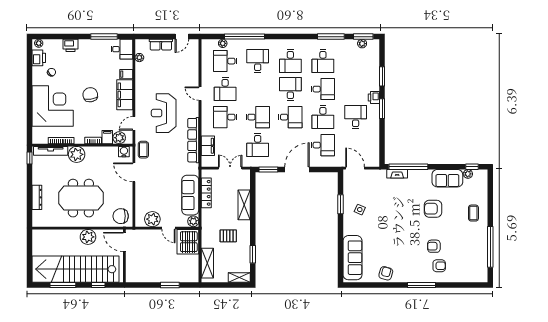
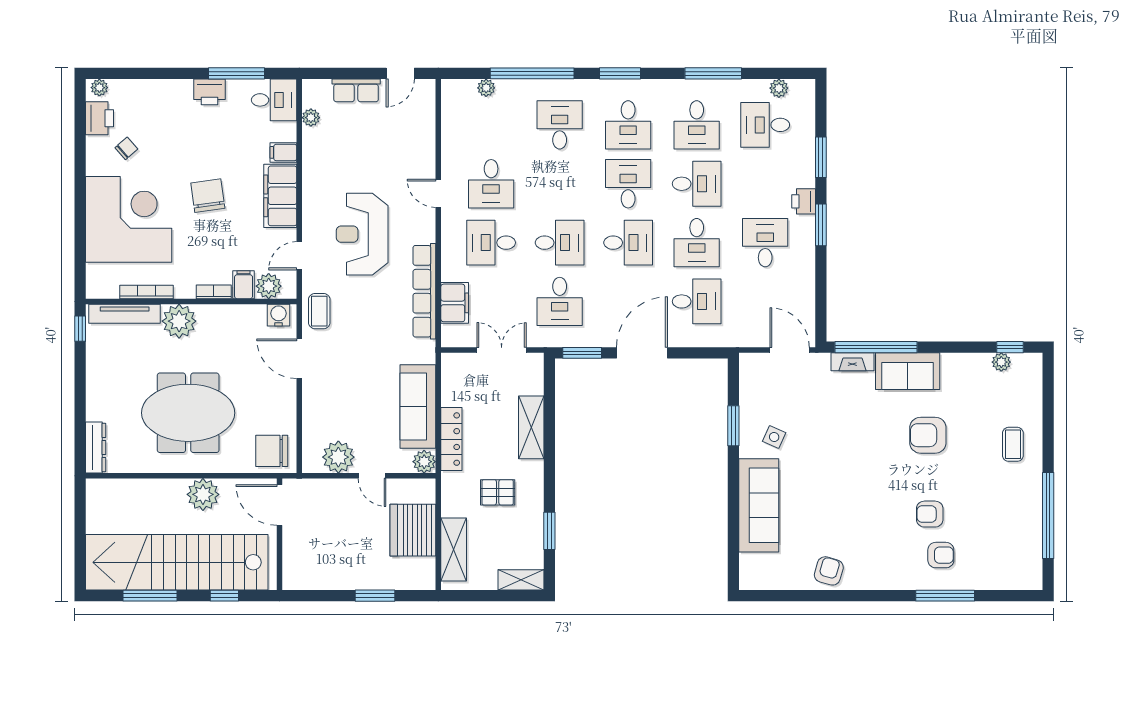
window: (363, 37) -> (620, 73), moved
printer: (70, 45) -> (210, 92), moved
desk: (225, 61) -> (765, 125), moved
door: (355, 168) -> (790, 350), moved
sofa: (447, 178) -> (908, 371), moved
locker: (206, 193) -> (451, 439), moved
dresser: (37, 197) -> (96, 448), moved
server rack: (188, 242) -> (413, 530), moved
sofa: (353, 258) -> (759, 505), moved
window: (422, 285) -> (945, 596), moved

